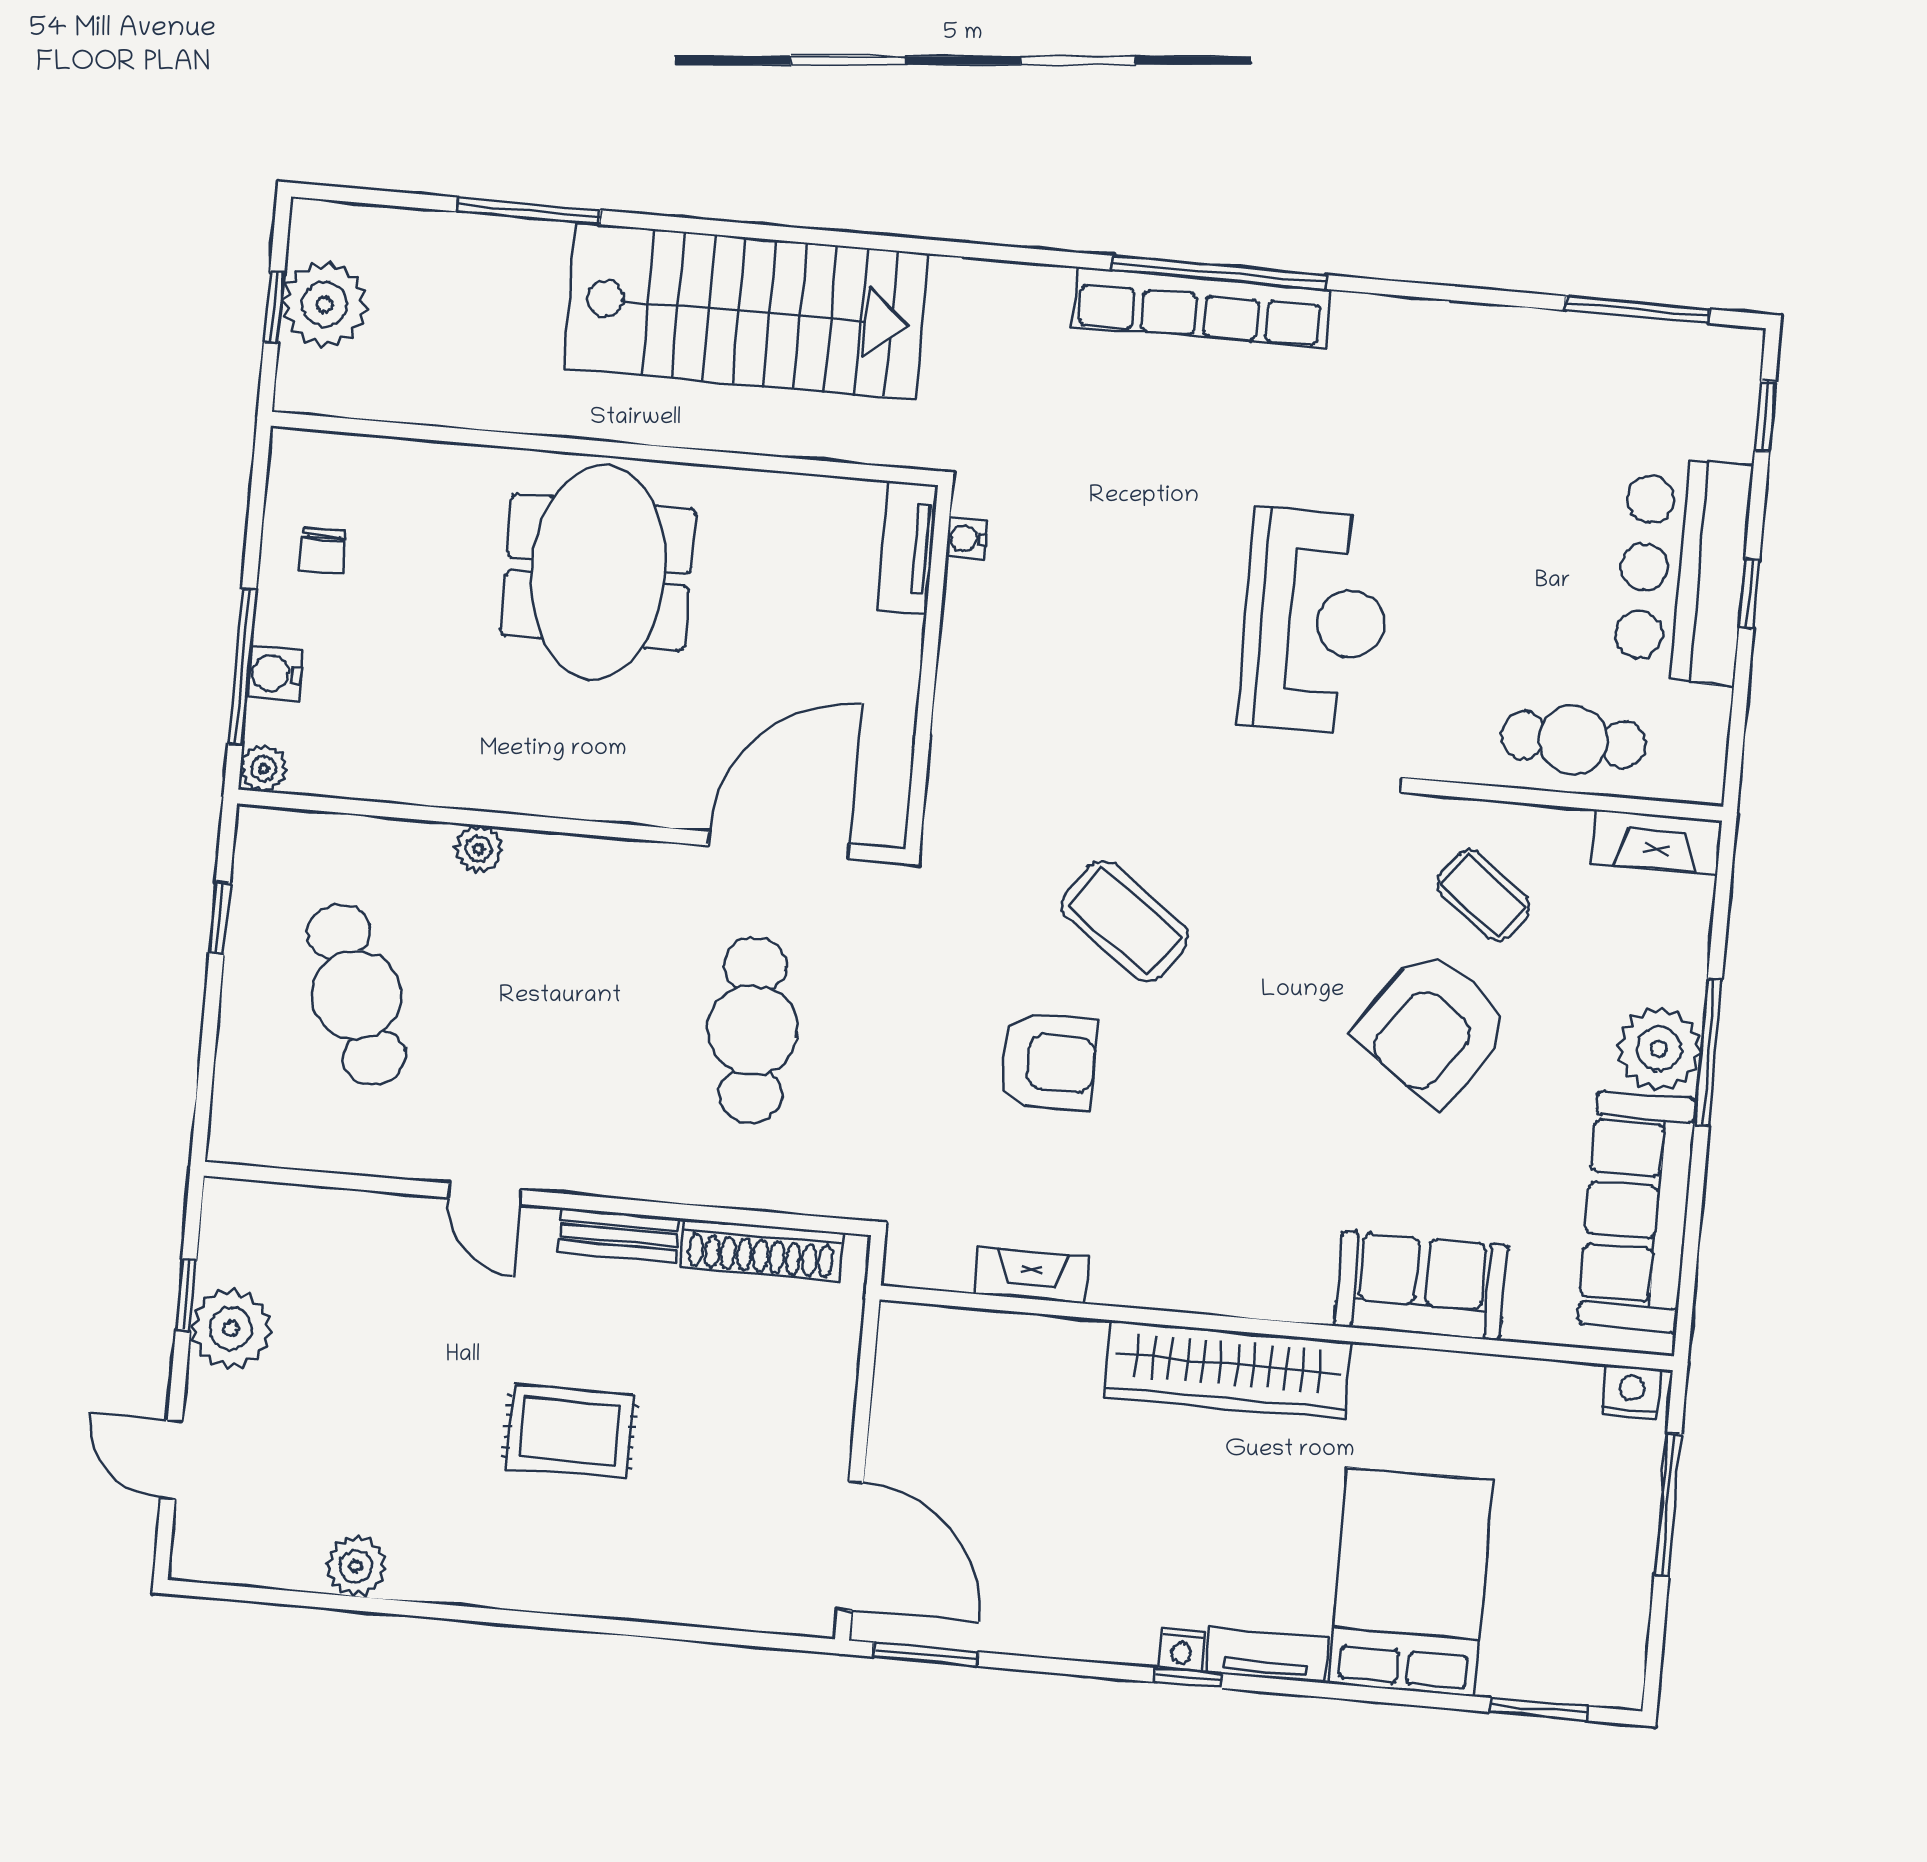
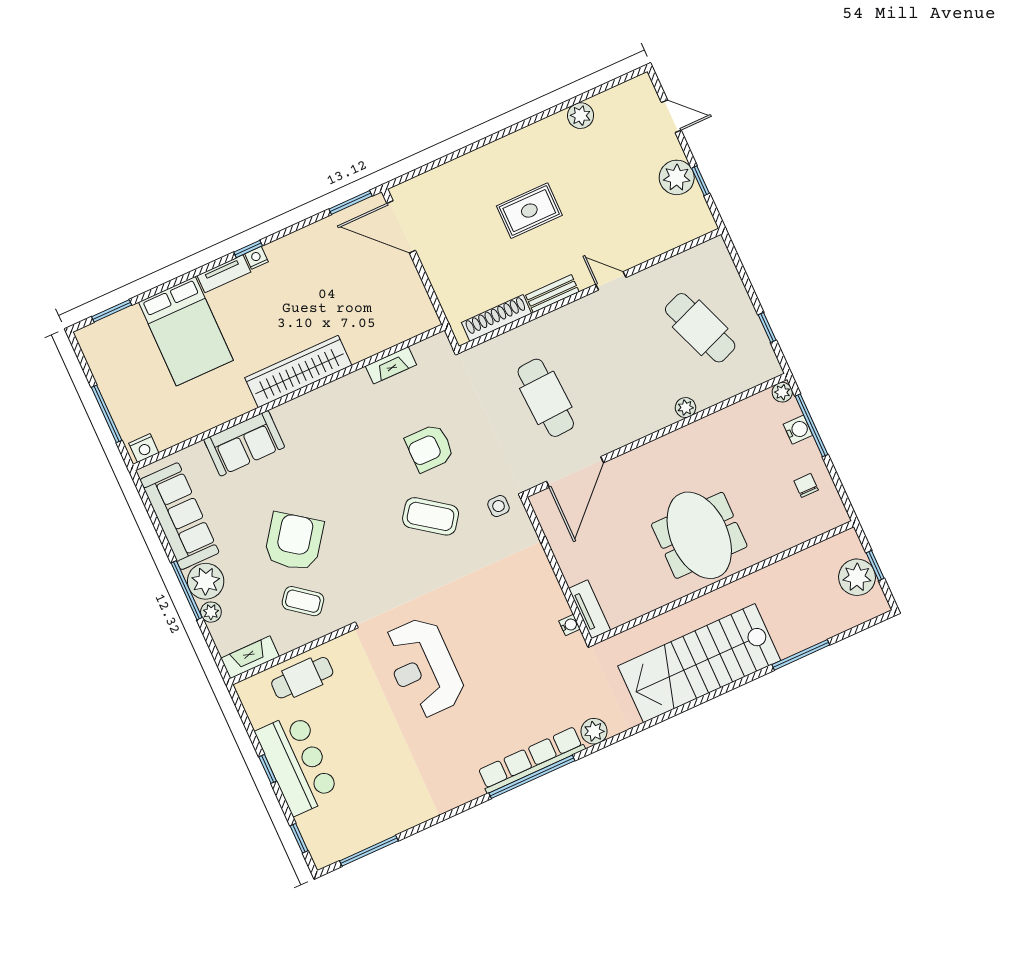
plant: (1039, 294) -> (594, 731), added
side table: (974, 864) -> (499, 506), added
plant: (1684, 980) -> (211, 612), added

